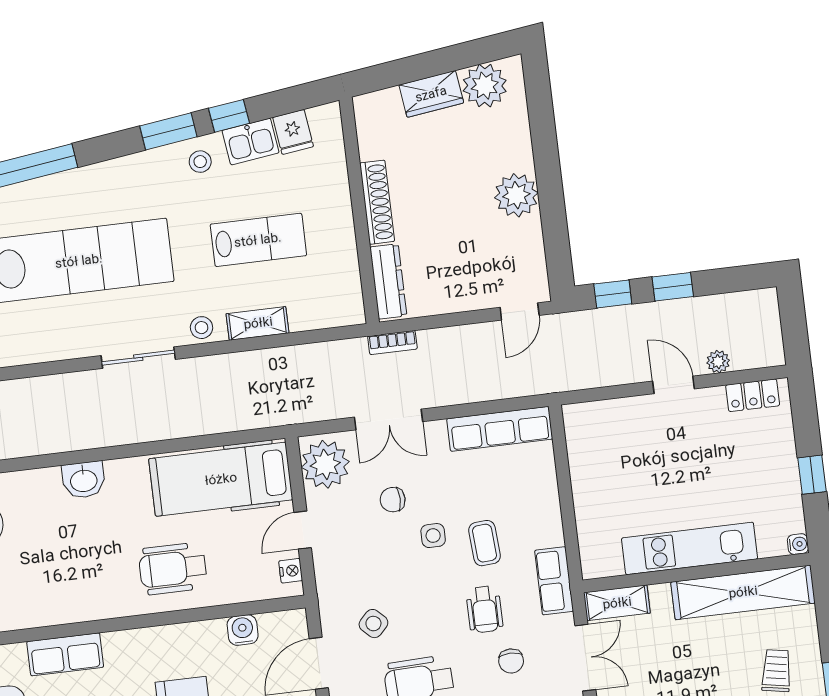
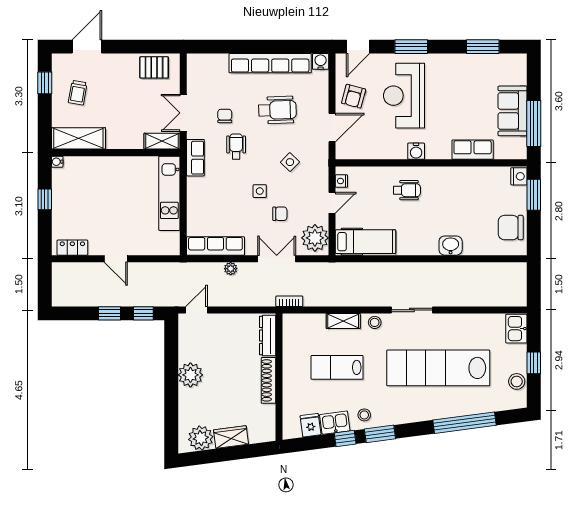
bookcase: (392, 343) -> (289, 301), moved
plant: (718, 362) -> (231, 269), moved
hospital bed: (221, 479) -> (365, 242), width x0.73, depth x0.78
coffee table: (485, 543) -> (232, 183), removed
kitchen unit: (690, 548) -> (169, 193), moved, turned 90
wheelchair: (173, 569) -> (407, 190), width x0.73, depth x0.73
shelving: (743, 592) -> (78, 138), width x0.68
side table: (373, 624) -> (290, 162), moved
water cooler: (243, 630) -> (416, 151), moved

